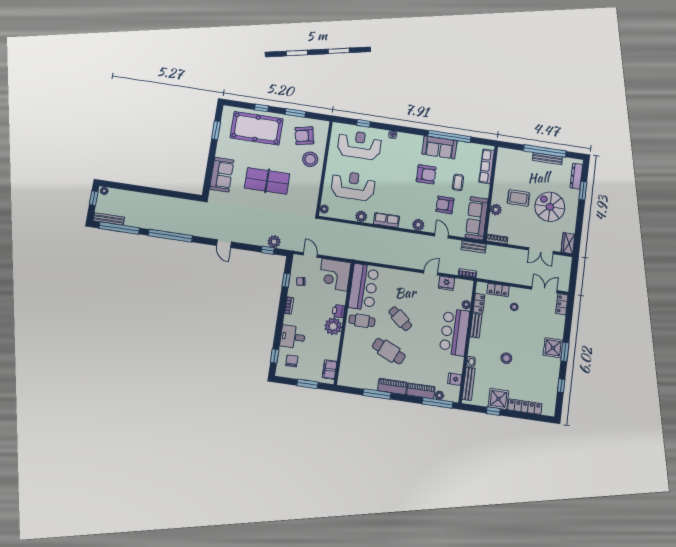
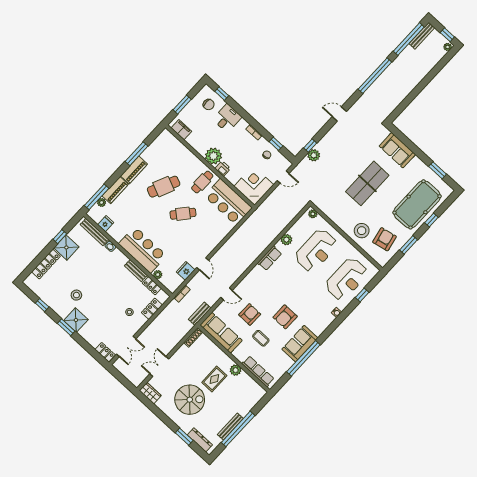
plant: (496, 210) -> (236, 370), moved
plant: (418, 225) -> (248, 281), removed
stool: (506, 358) -> (76, 295), moved

